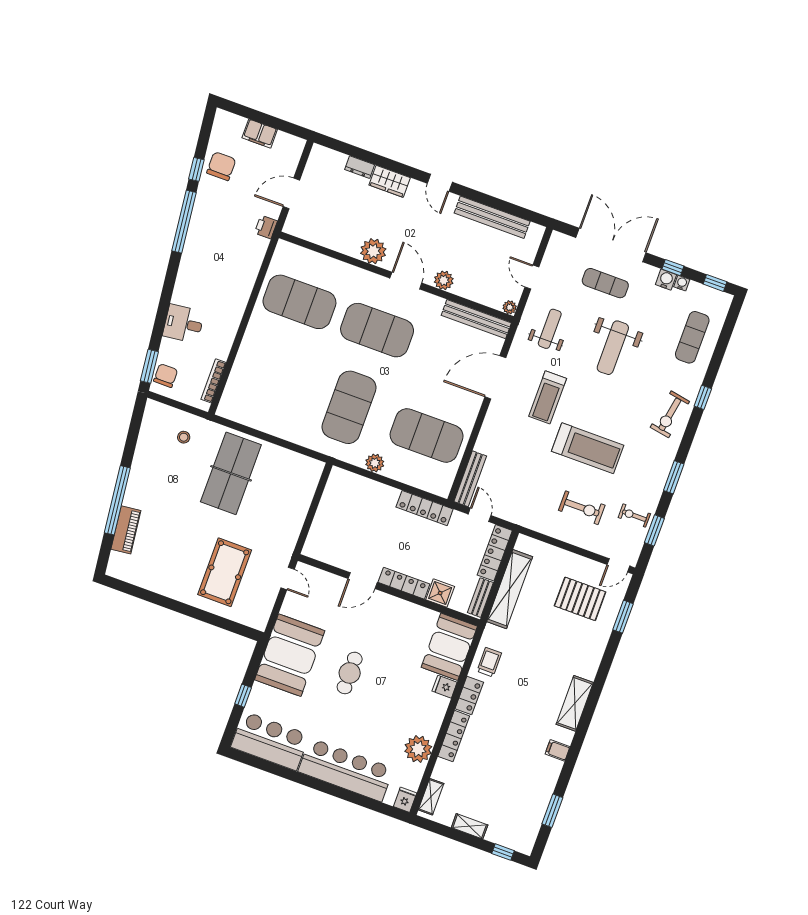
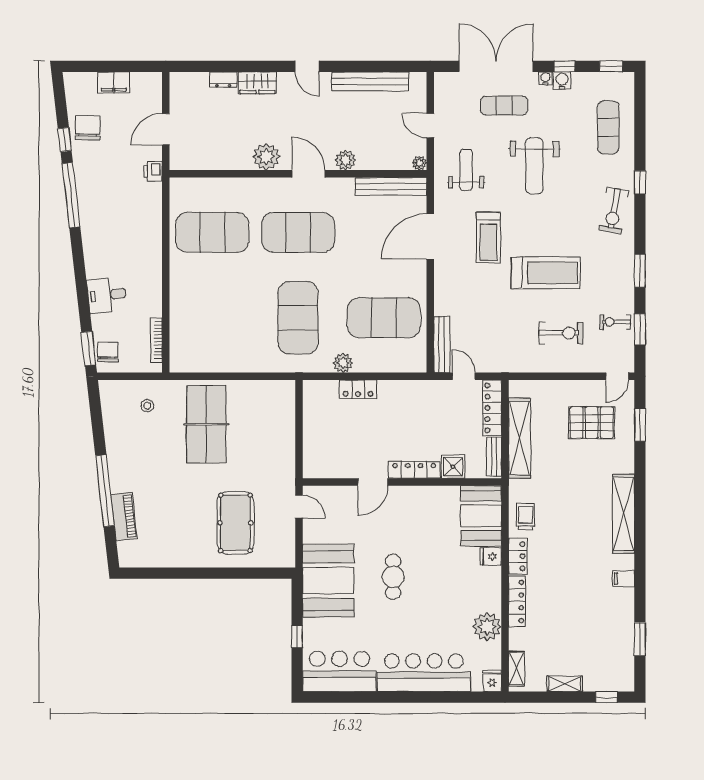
water cooler: (682, 283) -> (545, 78), moved
locker: (425, 508) -> (358, 389), moved, width x0.66
shelving: (575, 703) -> (624, 514), width x1.47

